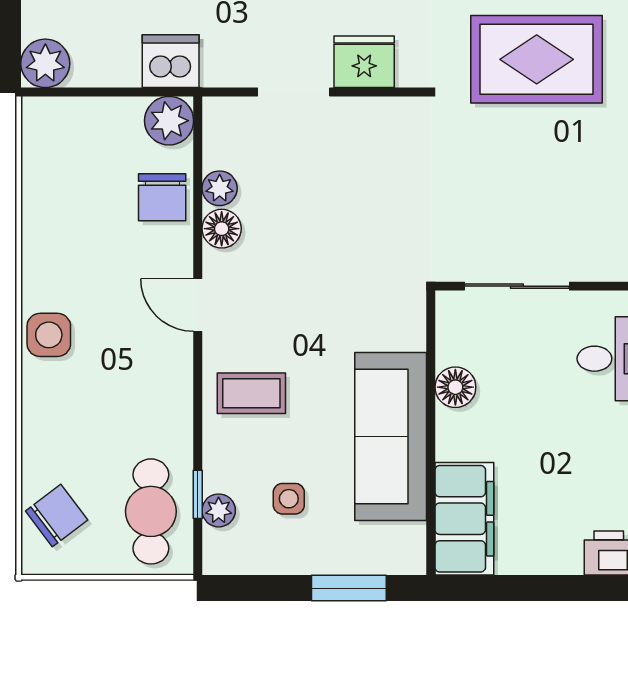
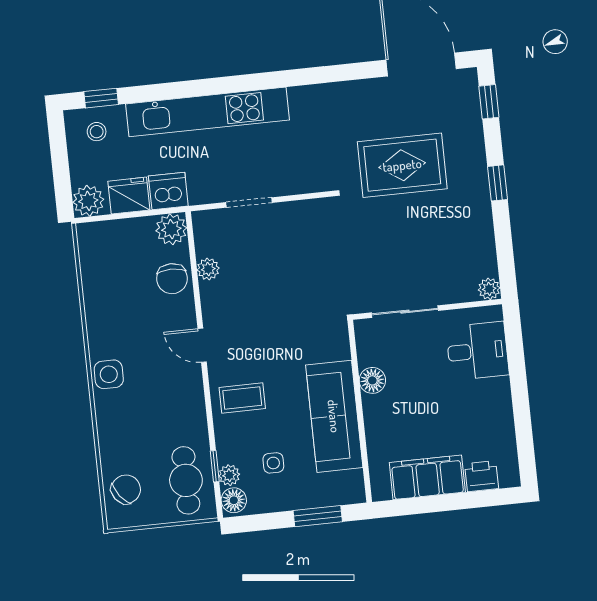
fridge: (364, 62) -> (129, 196), moved
floor lamp: (222, 229) -> (234, 500), moved
filing cabinet: (464, 519) -> (427, 477), moved, turned -90

